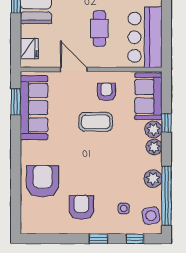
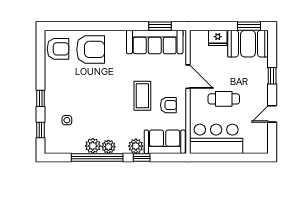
fridge: (29, 48) -> (218, 38), moved
door: (74, 70) -> (188, 77), hinge flipped
plant: (154, 147) -> (108, 147), moved
window: (166, 196) -> (97, 157), moved
armchair: (81, 207) -> (58, 49), moved
side table: (151, 216) -> (61, 144), removed

